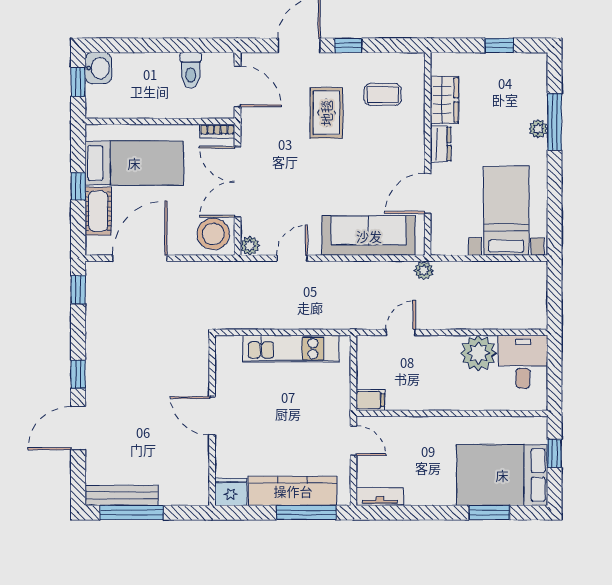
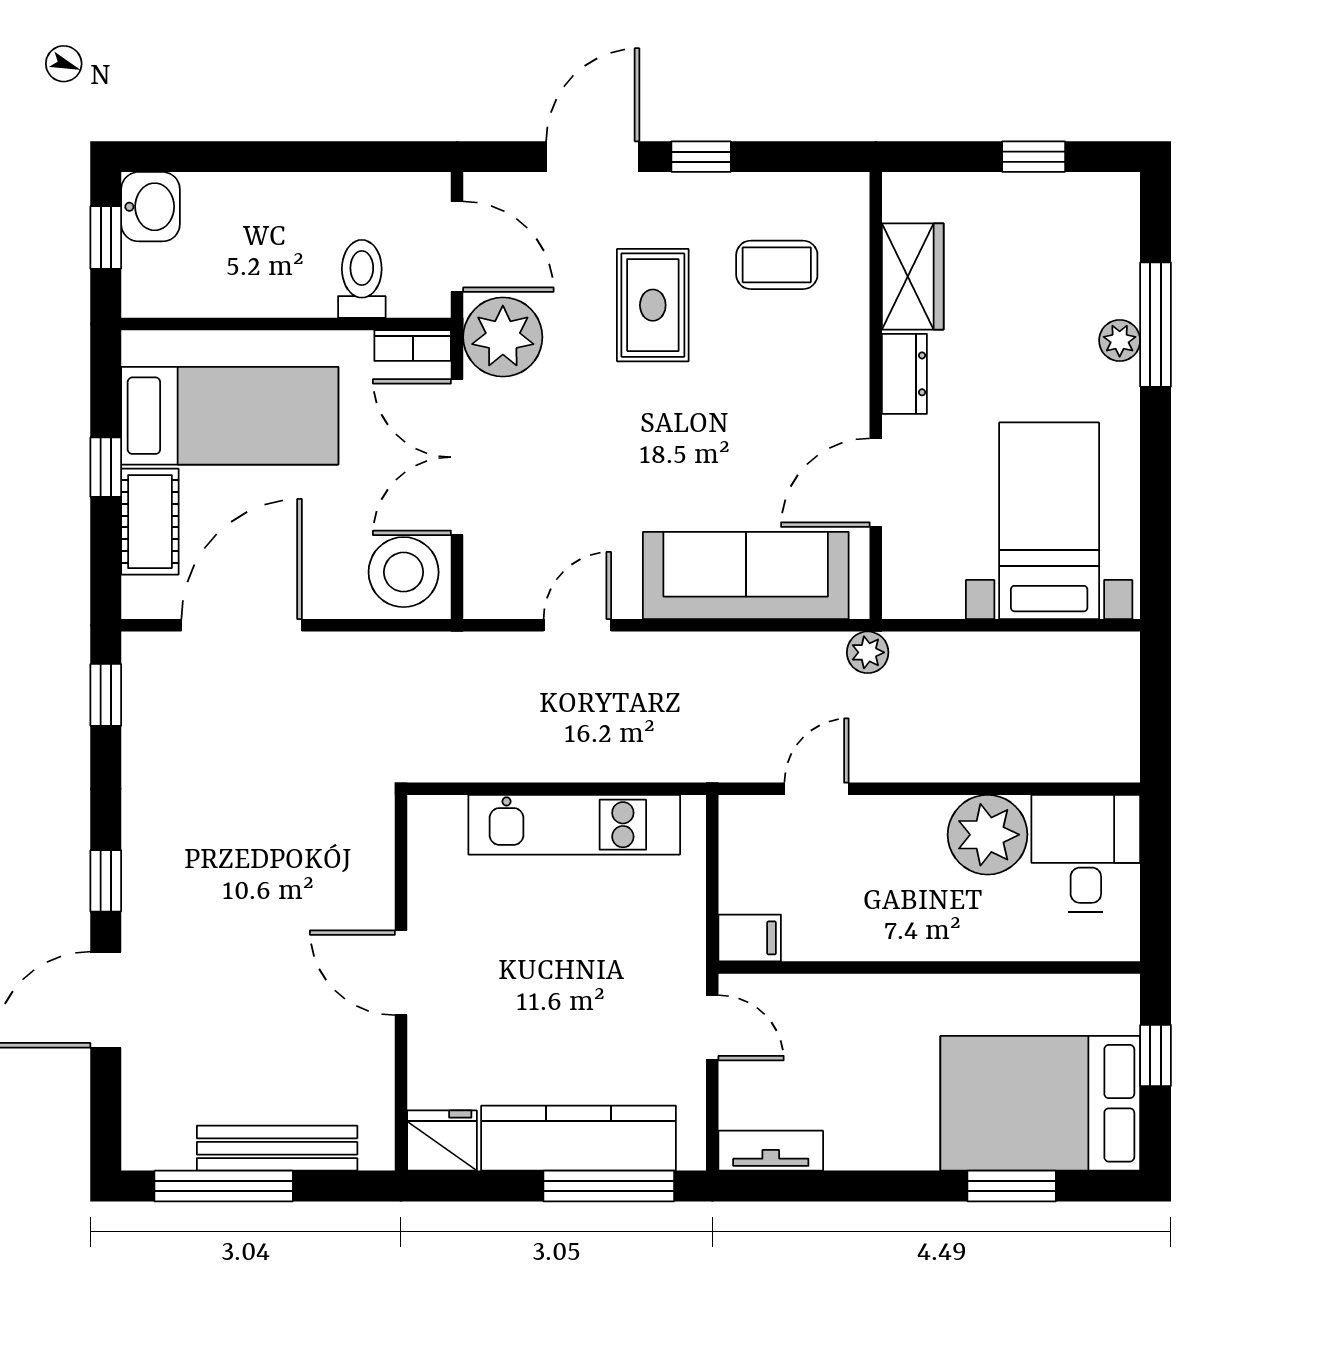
toilet: (191, 70) -> (362, 279), moved, turned 180
plant: (250, 246) -> (503, 337), moved, width x1.87, depth x1.87
bench: (121, 495) -> (277, 1148), moved

